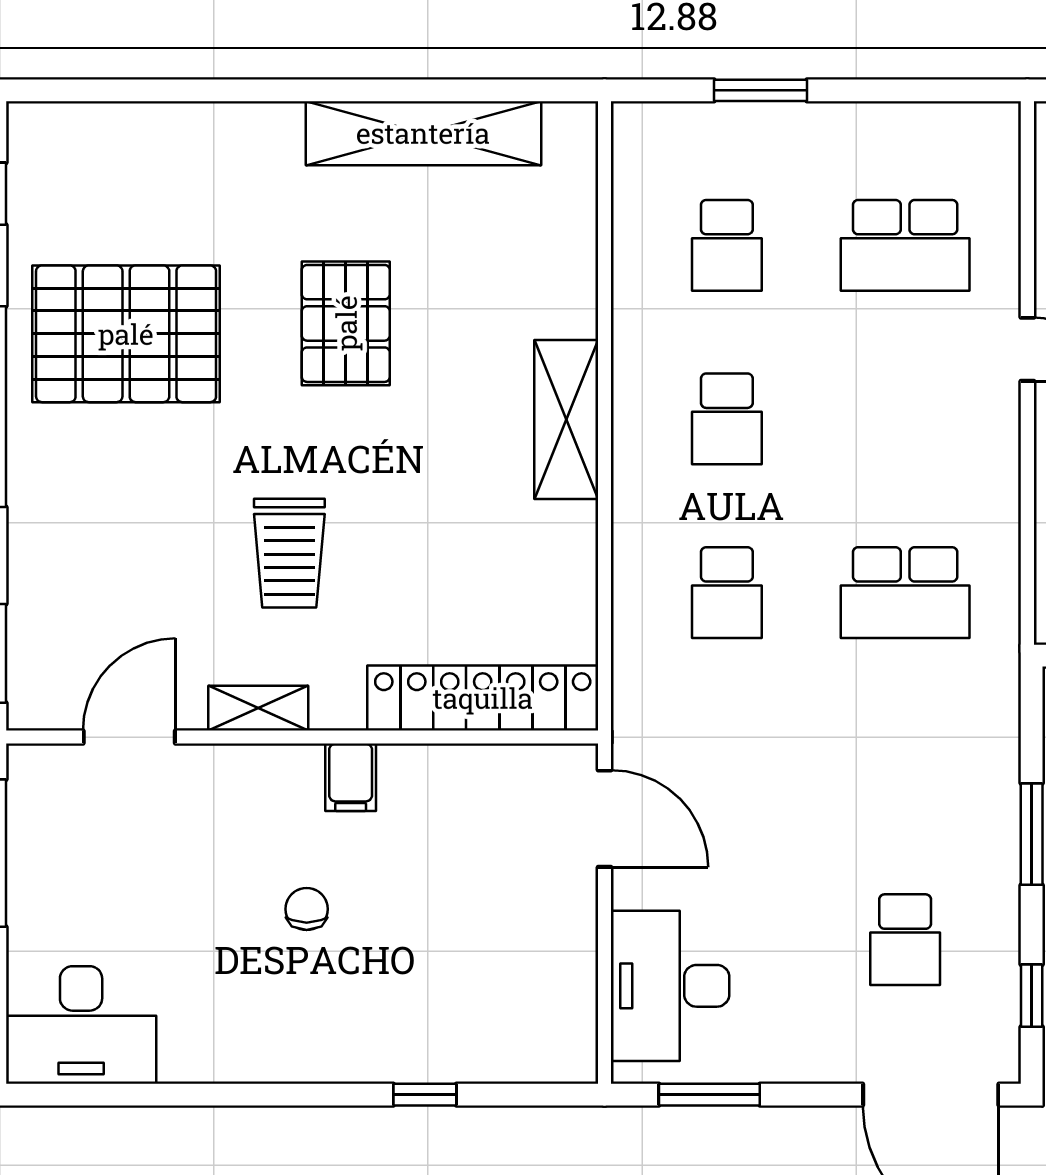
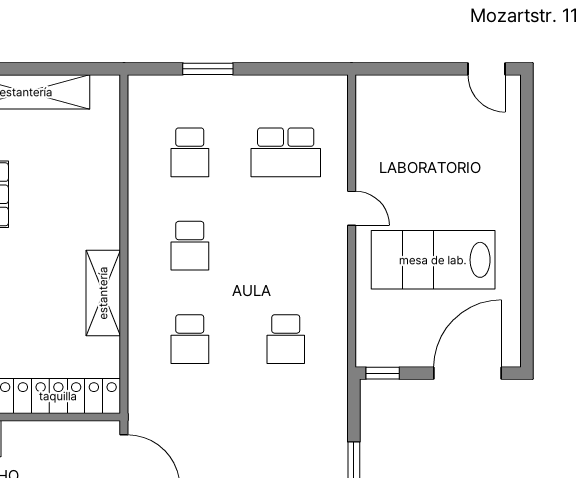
shelving: (566, 420) -> (103, 293), moved
school desk: (905, 593) -> (286, 339), width x0.54

